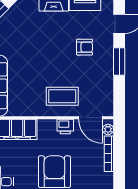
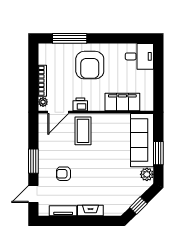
coffee table: (62, 96) -> (83, 131), turned 90
door: (91, 118) -> (58, 112), swing flipped

